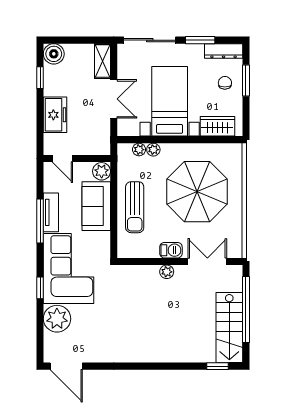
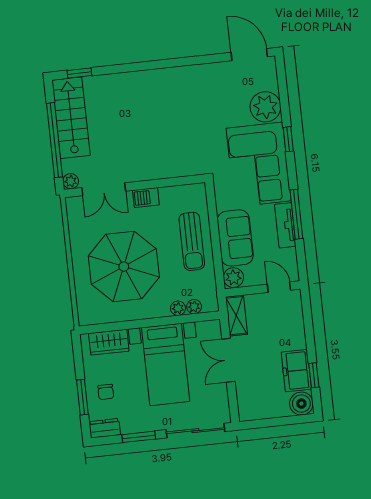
dresser: (224, 51) -> (105, 428), width x0.70
shelving: (102, 61) -> (236, 316), moved
freezer: (55, 115) -> (296, 371), moved
sun lounger: (135, 207) -> (192, 241), turned 180
plant: (167, 272) -> (71, 181), moved

